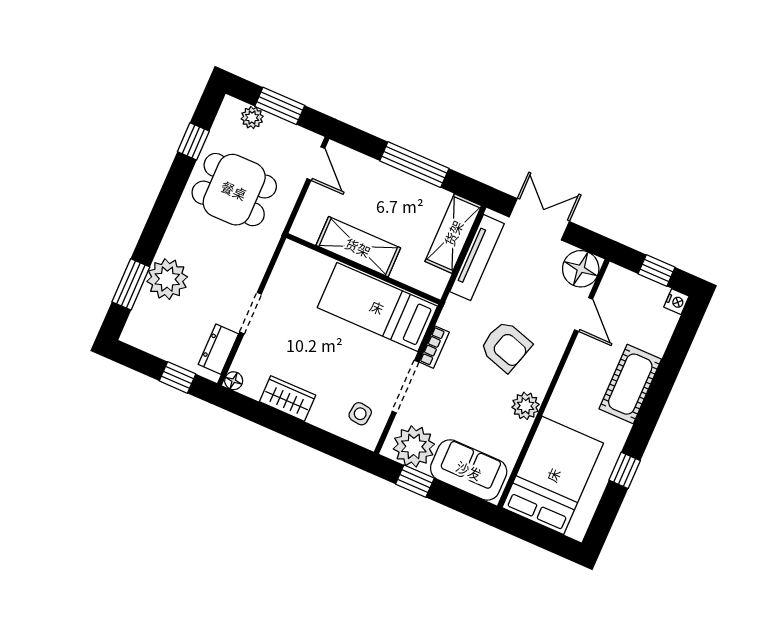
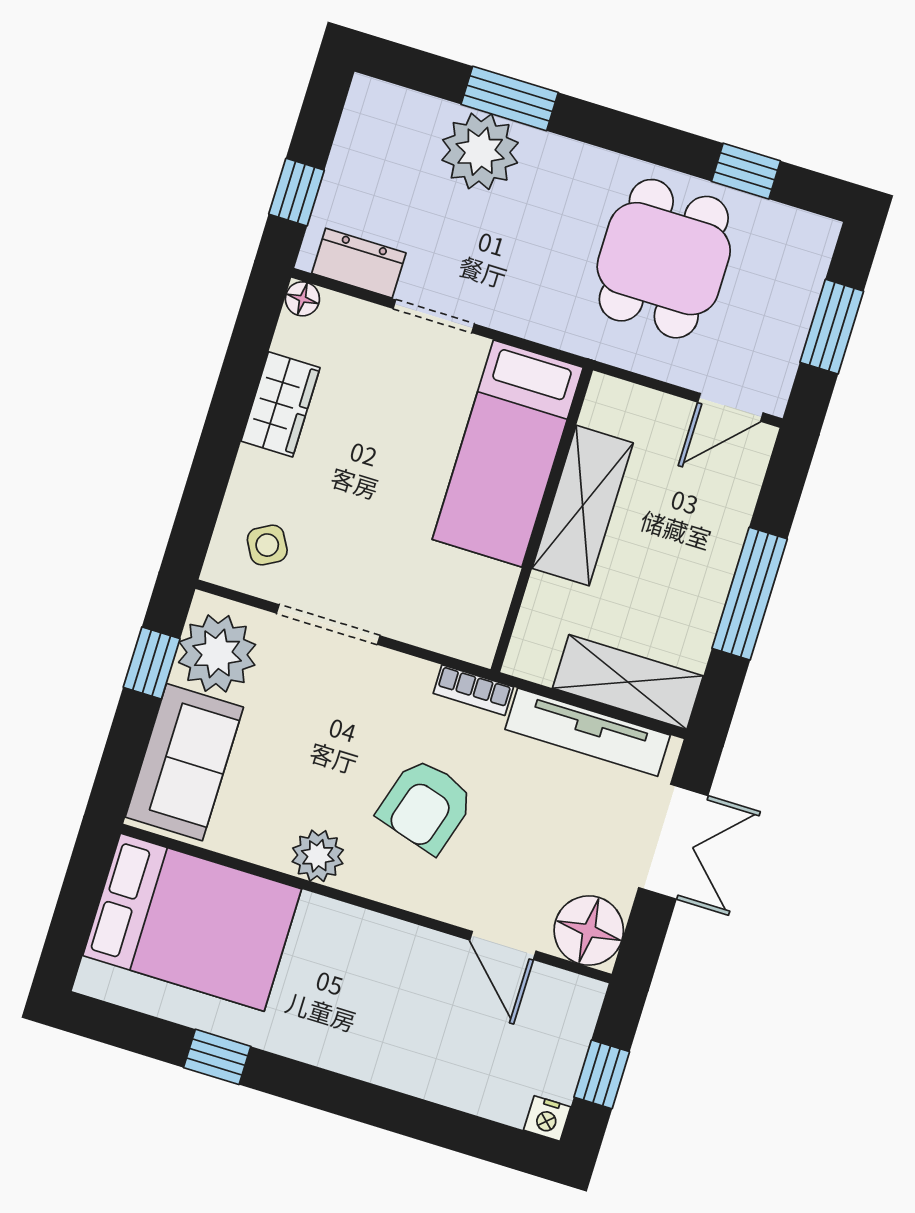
plant: (252, 118) -> (804, 277), removed
window: (131, 284) -> (510, 98), moved
bed: (377, 307) -> (508, 453), moved, turned 180
door: (583, 314) -> (503, 946), hinge flipped
bookcase: (434, 347) -> (473, 690), moved
cot: (630, 384) -> (381, 1049), removed
side table: (360, 414) -> (267, 545), turned -36

